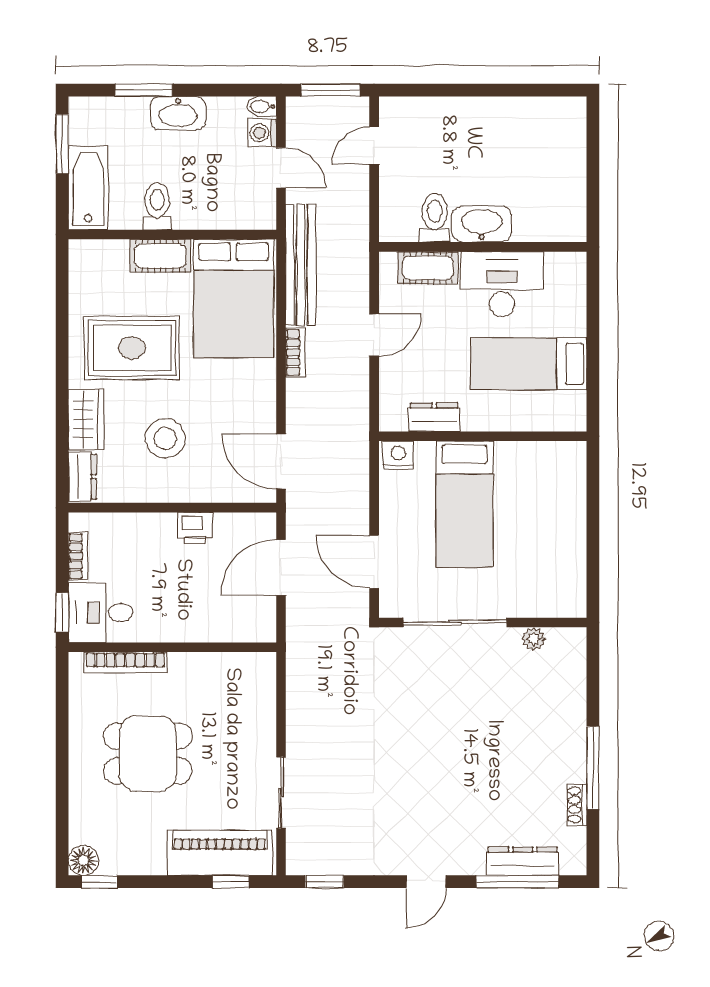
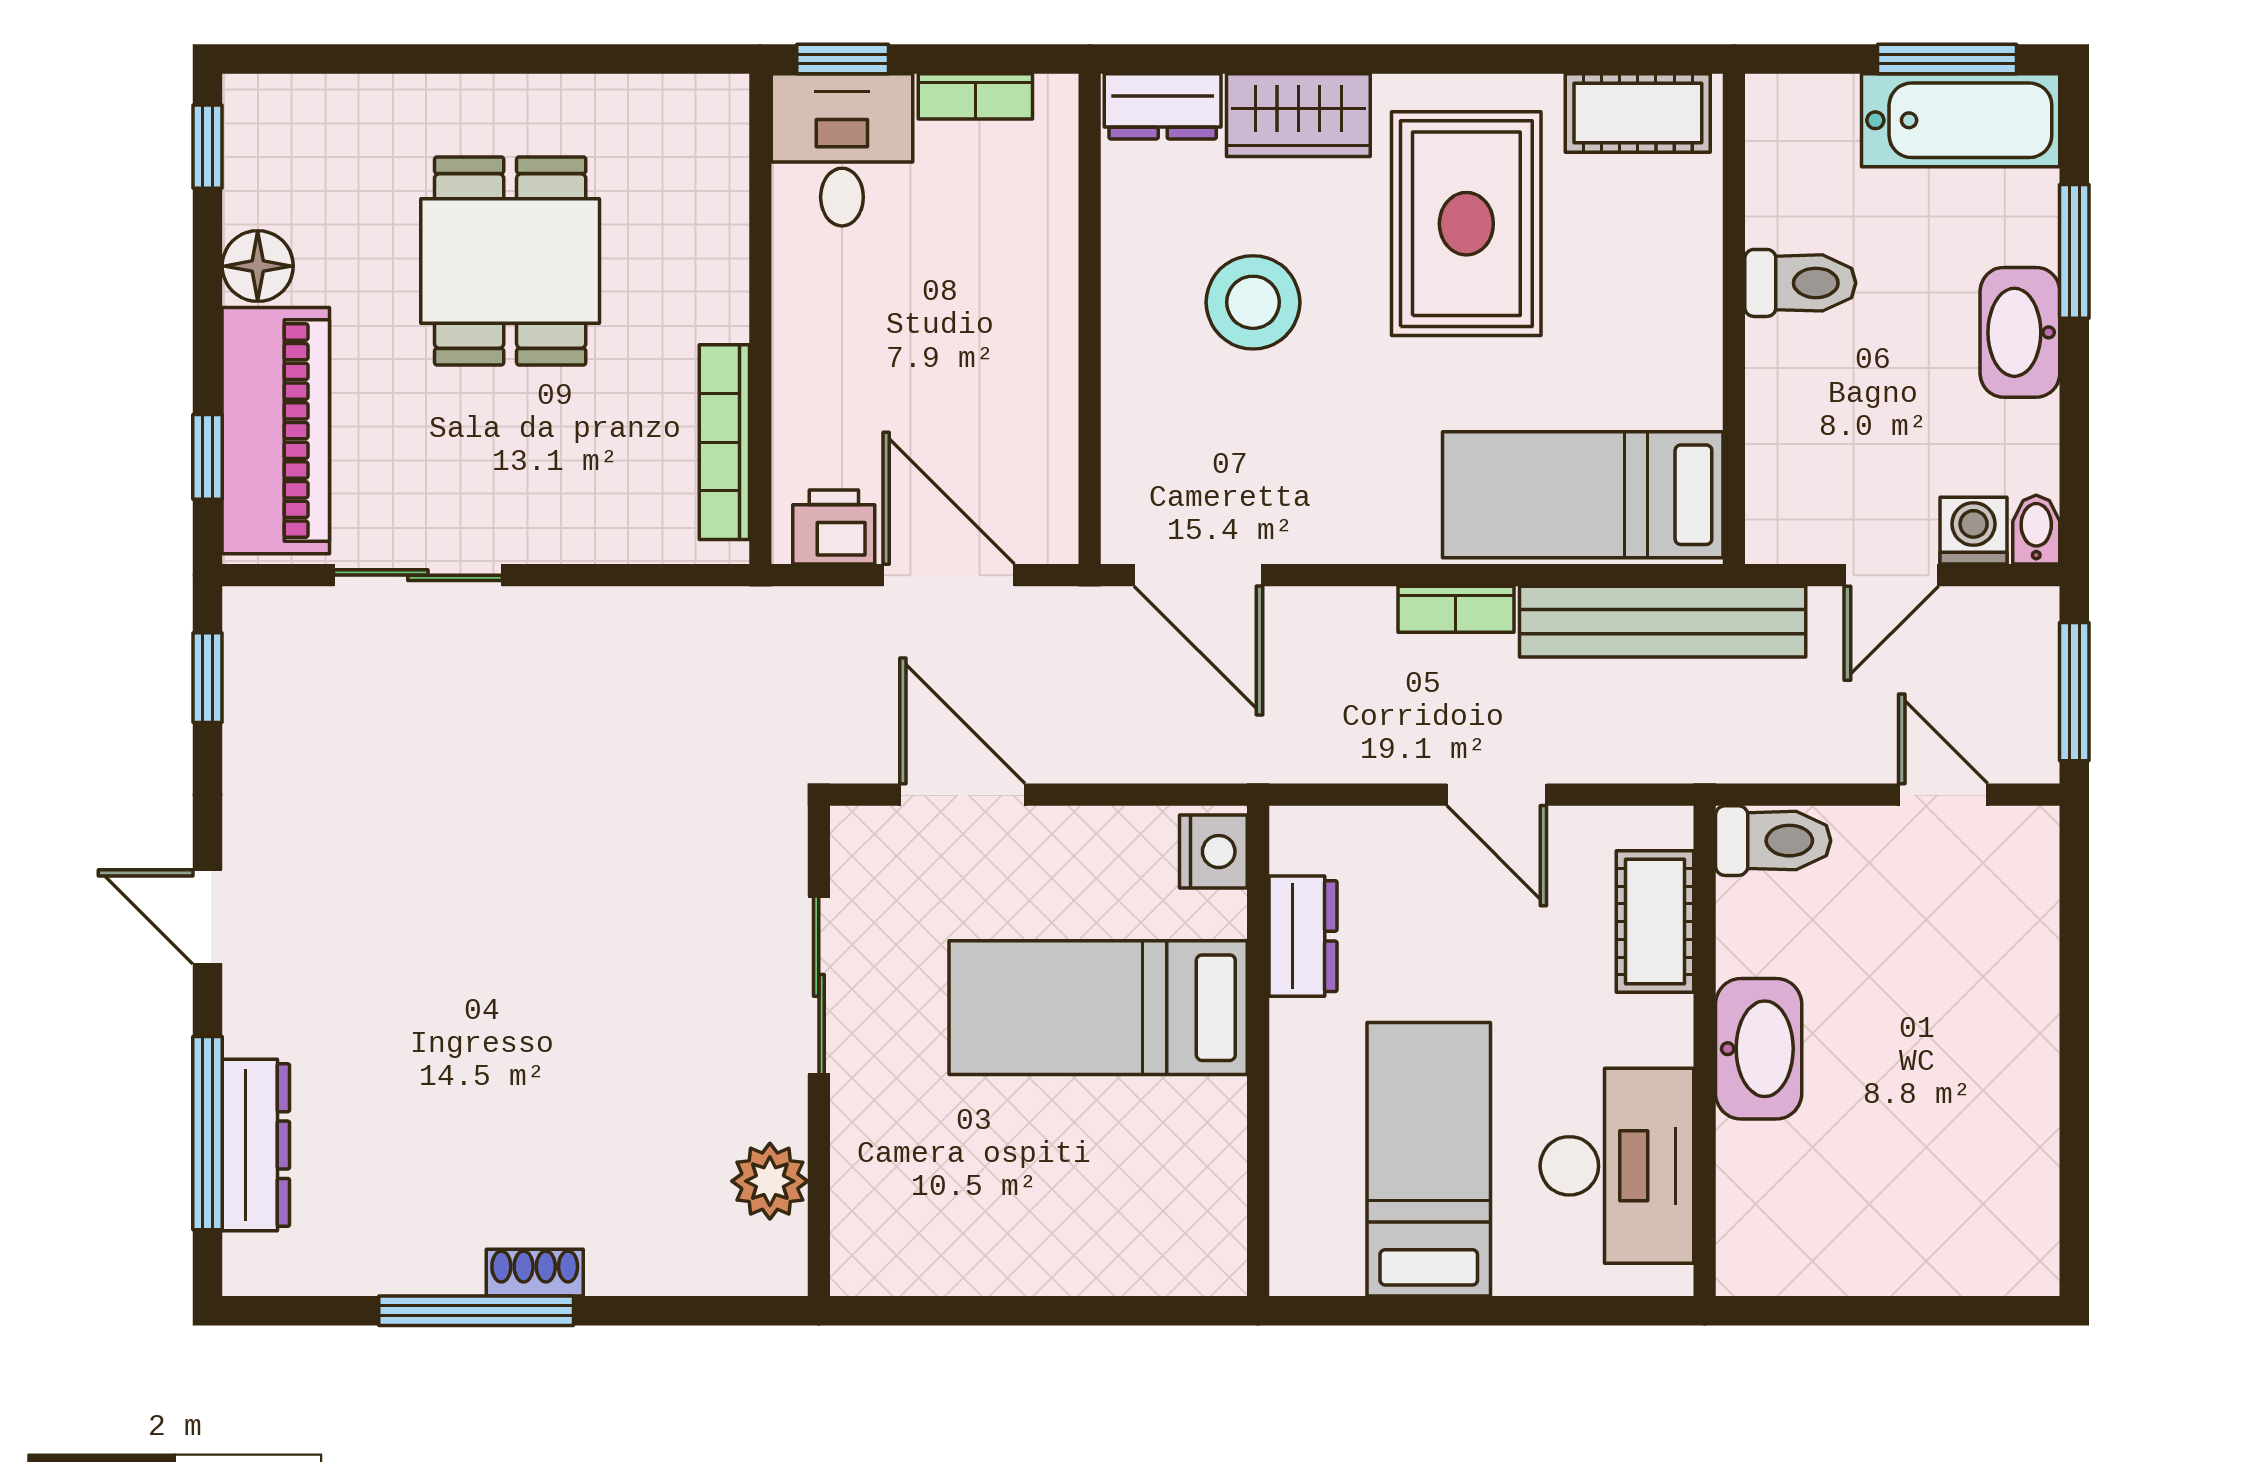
bathtub: (88, 188) -> (1961, 120), moved
toilet: (435, 218) -> (1773, 841), moved
cot: (160, 256) -> (1638, 113), moved, turned 90
desk: (502, 284) -> (1617, 1166), moved
bed: (234, 299) -> (1583, 495), width x0.67
door: (281, 462) -> (1198, 575), swing flipped
printer: (195, 528) -> (834, 527), moved, turned 90
door: (374, 562) -> (962, 795), hinge flipped
sliding door: (455, 622) -> (819, 985), width x0.73
plant: (534, 639) -> (770, 1181), width x1.38, depth x1.38
bookcase: (125, 663) -> (724, 442), moved
shoe rack: (577, 805) -> (535, 1273), moved
floor lamp: (83, 860) -> (258, 266), moved

